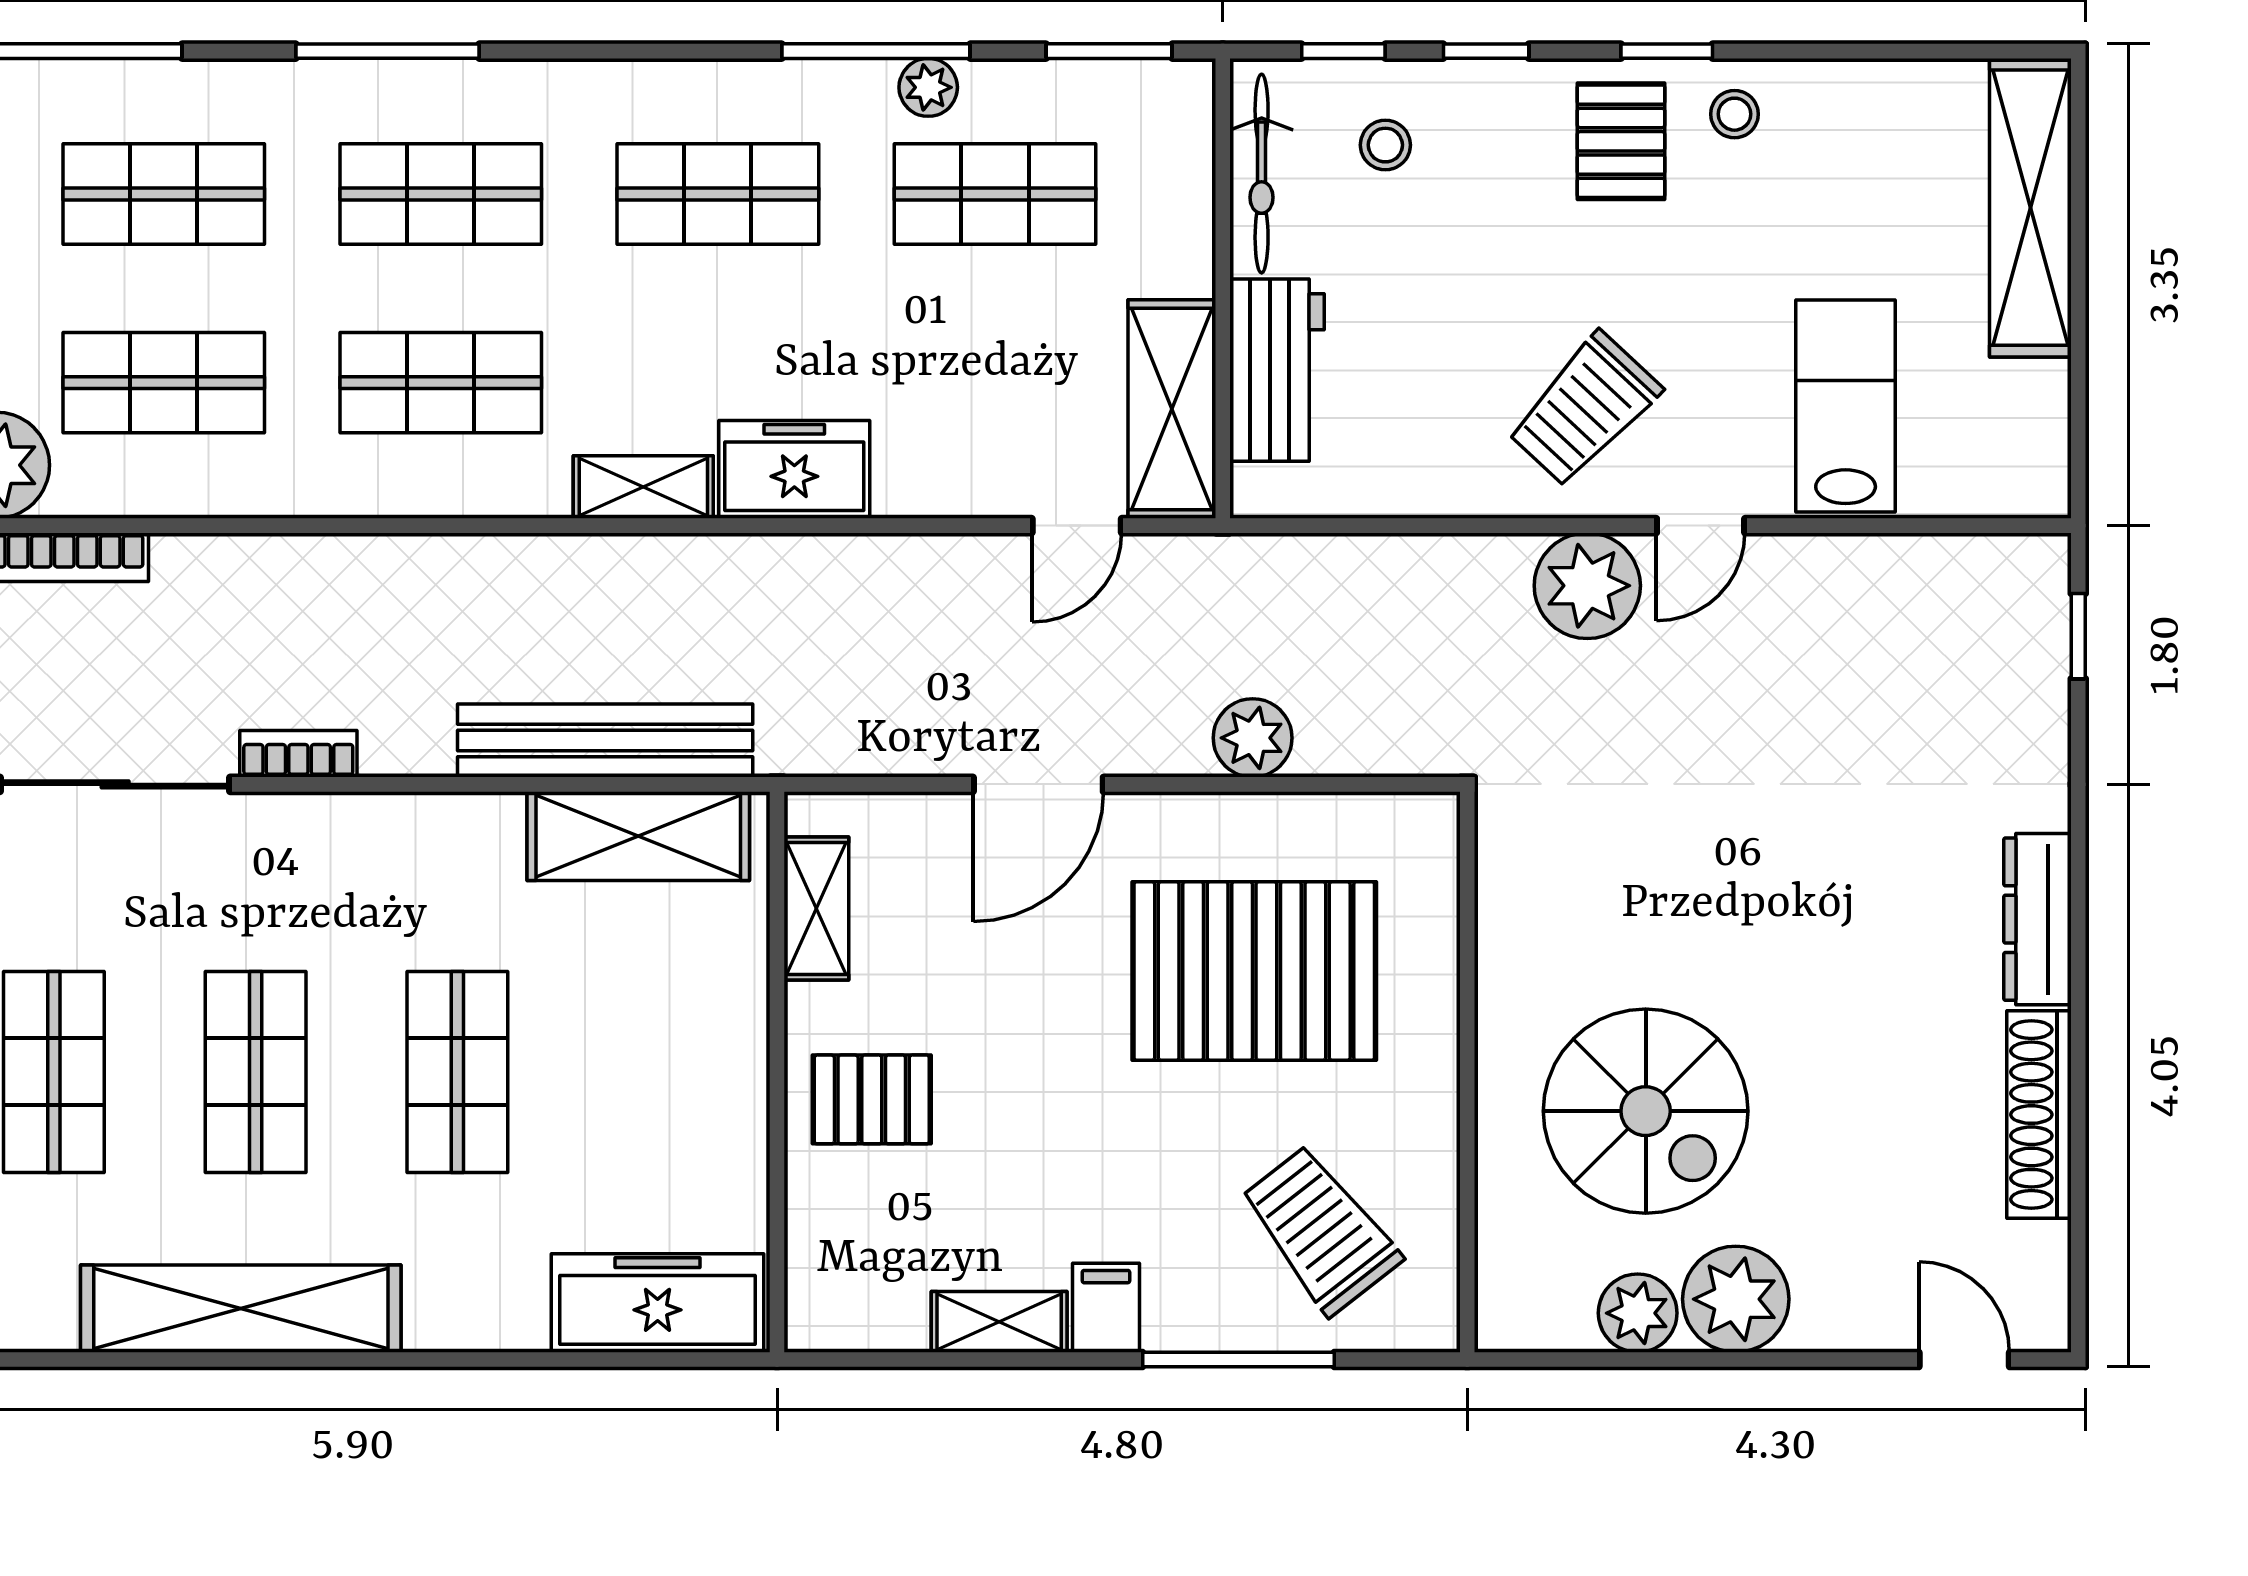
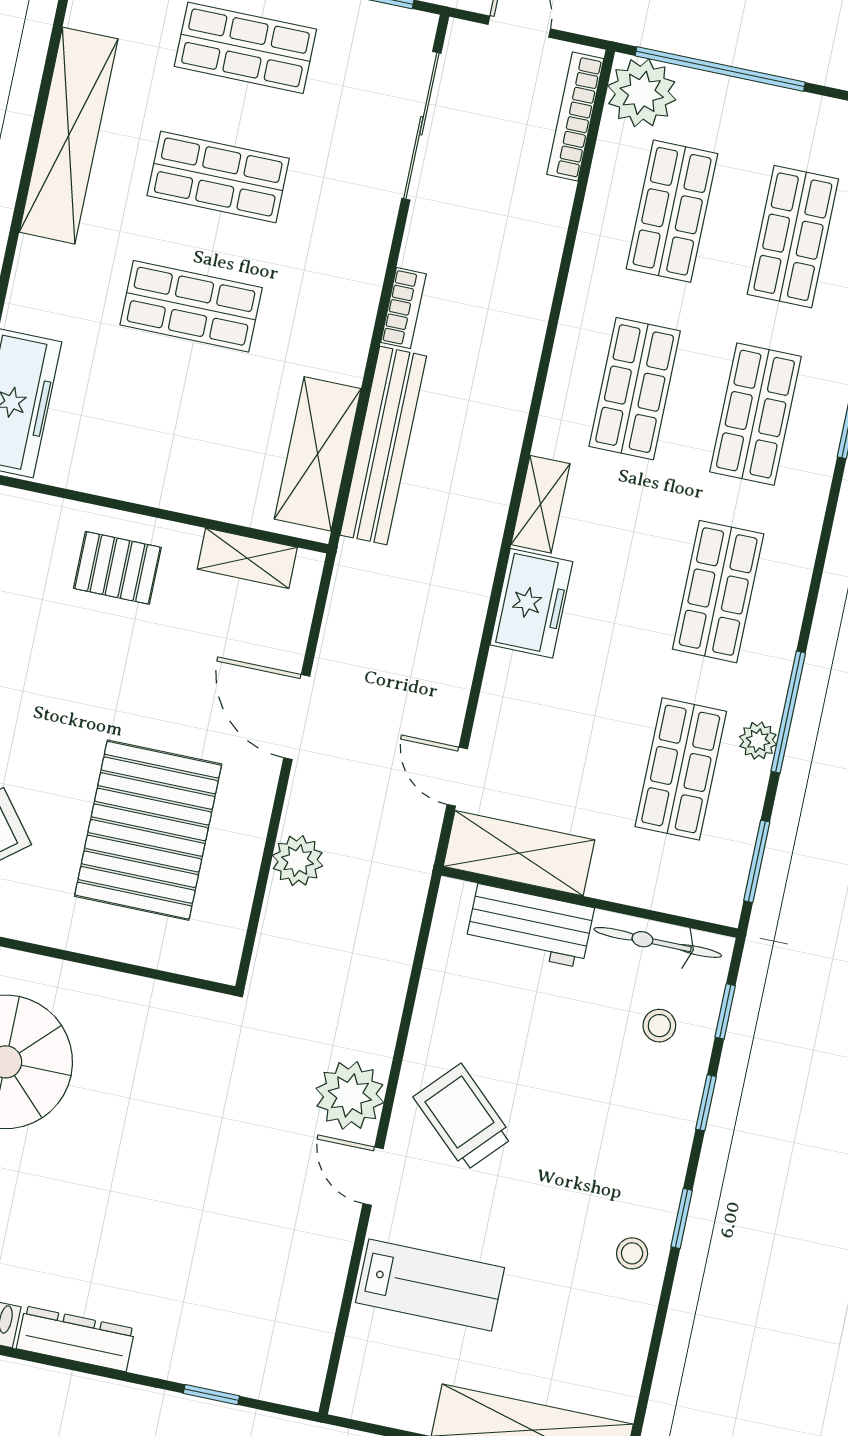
pallet: (1621, 141) -> (630, 1177), removed
window: (2078, 636) -> (211, 1395), moved
bookcase: (298, 754) -> (403, 308), moved
pallet: (872, 1099) -> (117, 568), turned 90

